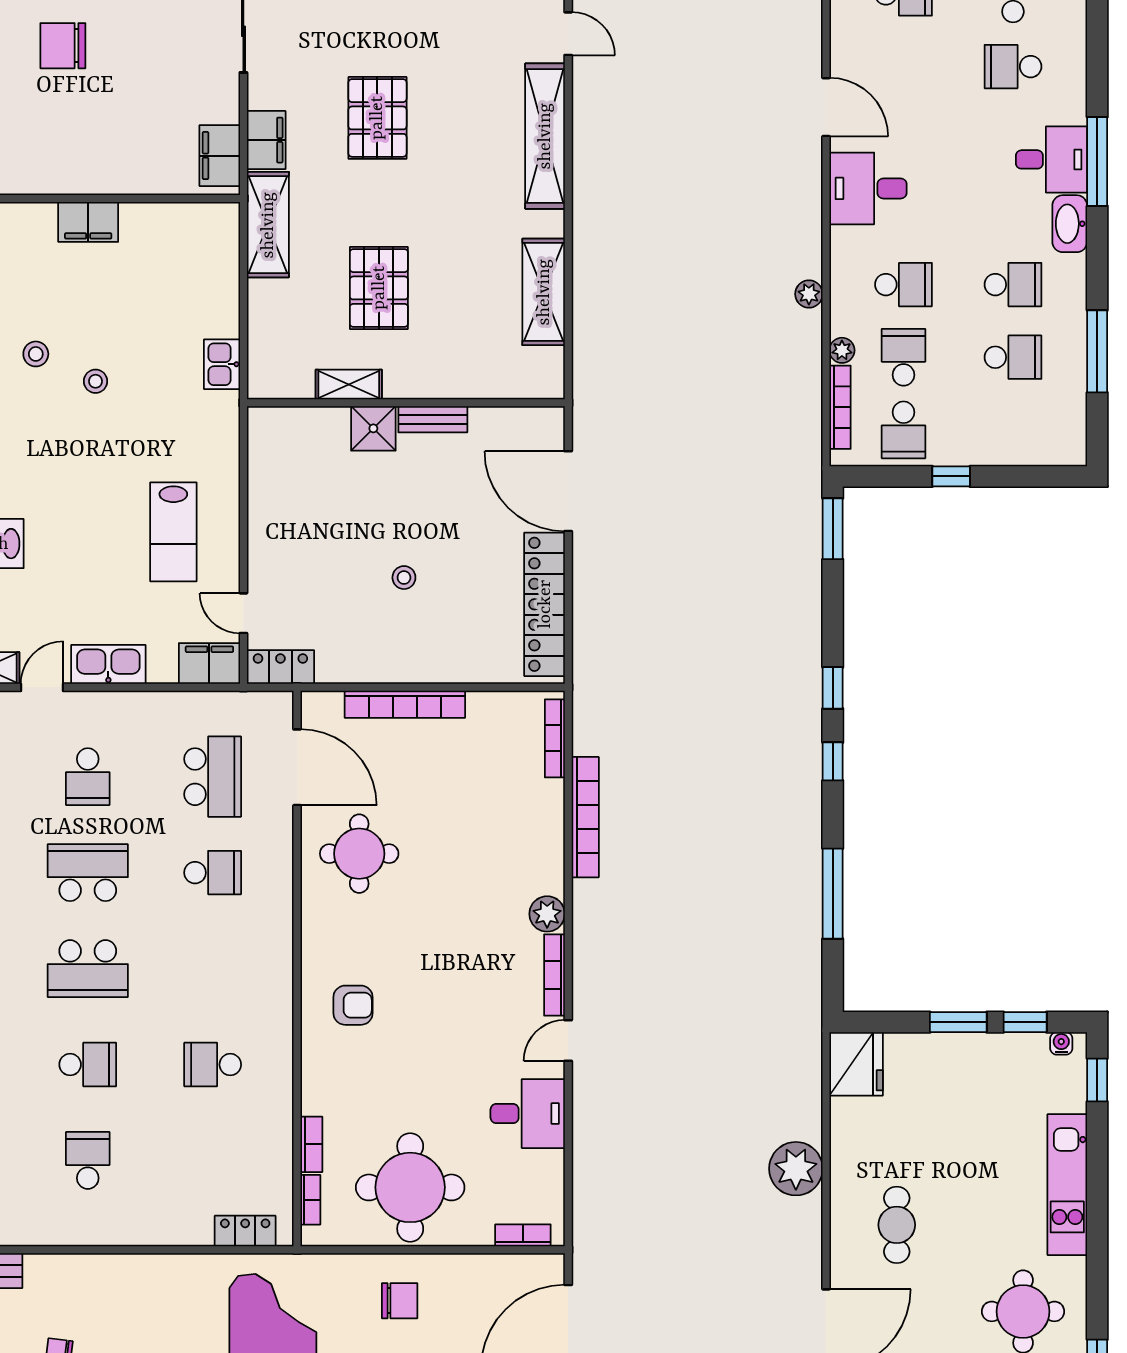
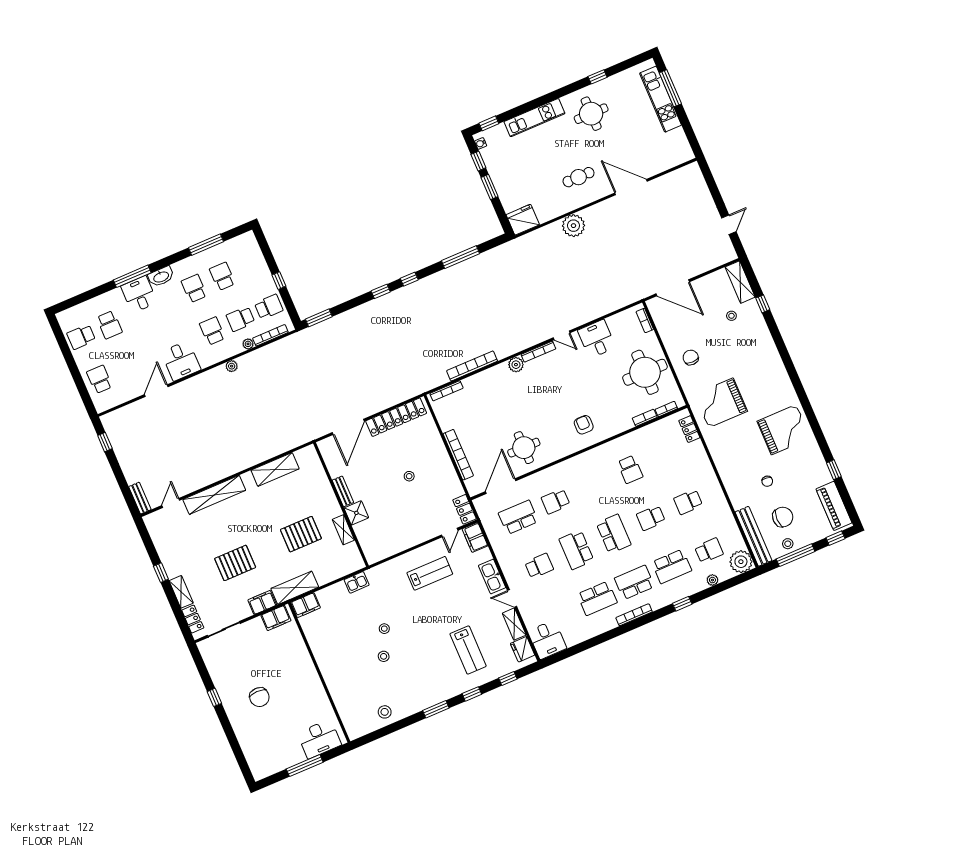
filing cabinet: (88, 222) -> (306, 605), moved, turned 90
school desk: (213, 873) -> (556, 501), turned -90
school desk: (88, 1065) -> (651, 518), turned -90

